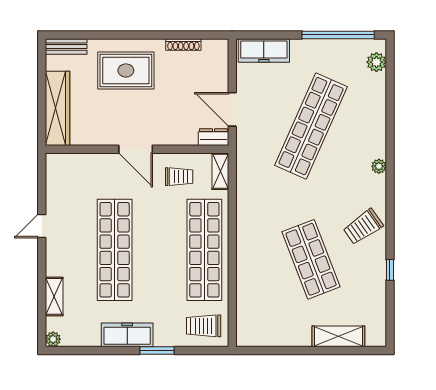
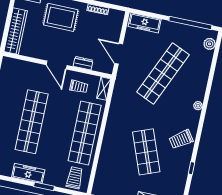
dresser: (213, 137) -> (83, 63), moved
trolley: (204, 326) -> (75, 178), turned 90

